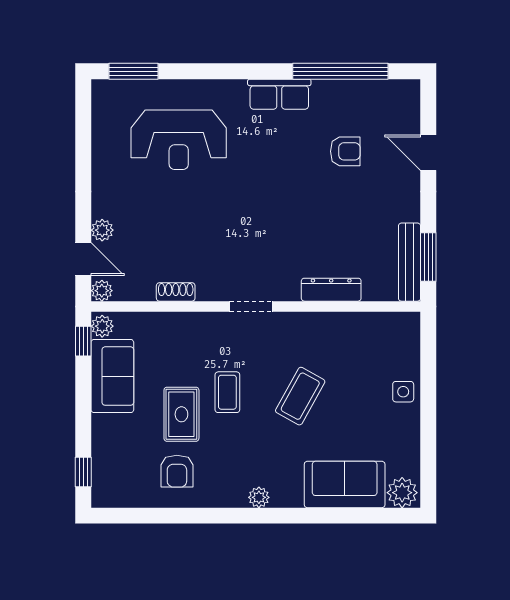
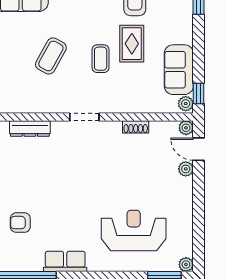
plant: (102, 90) -> (186, 264), added

